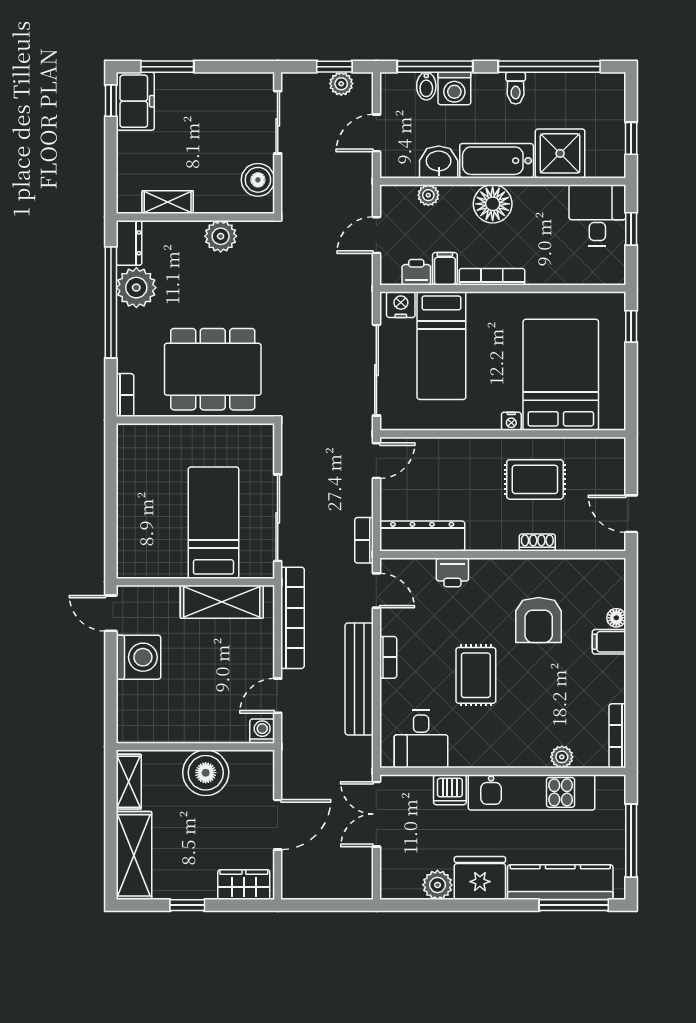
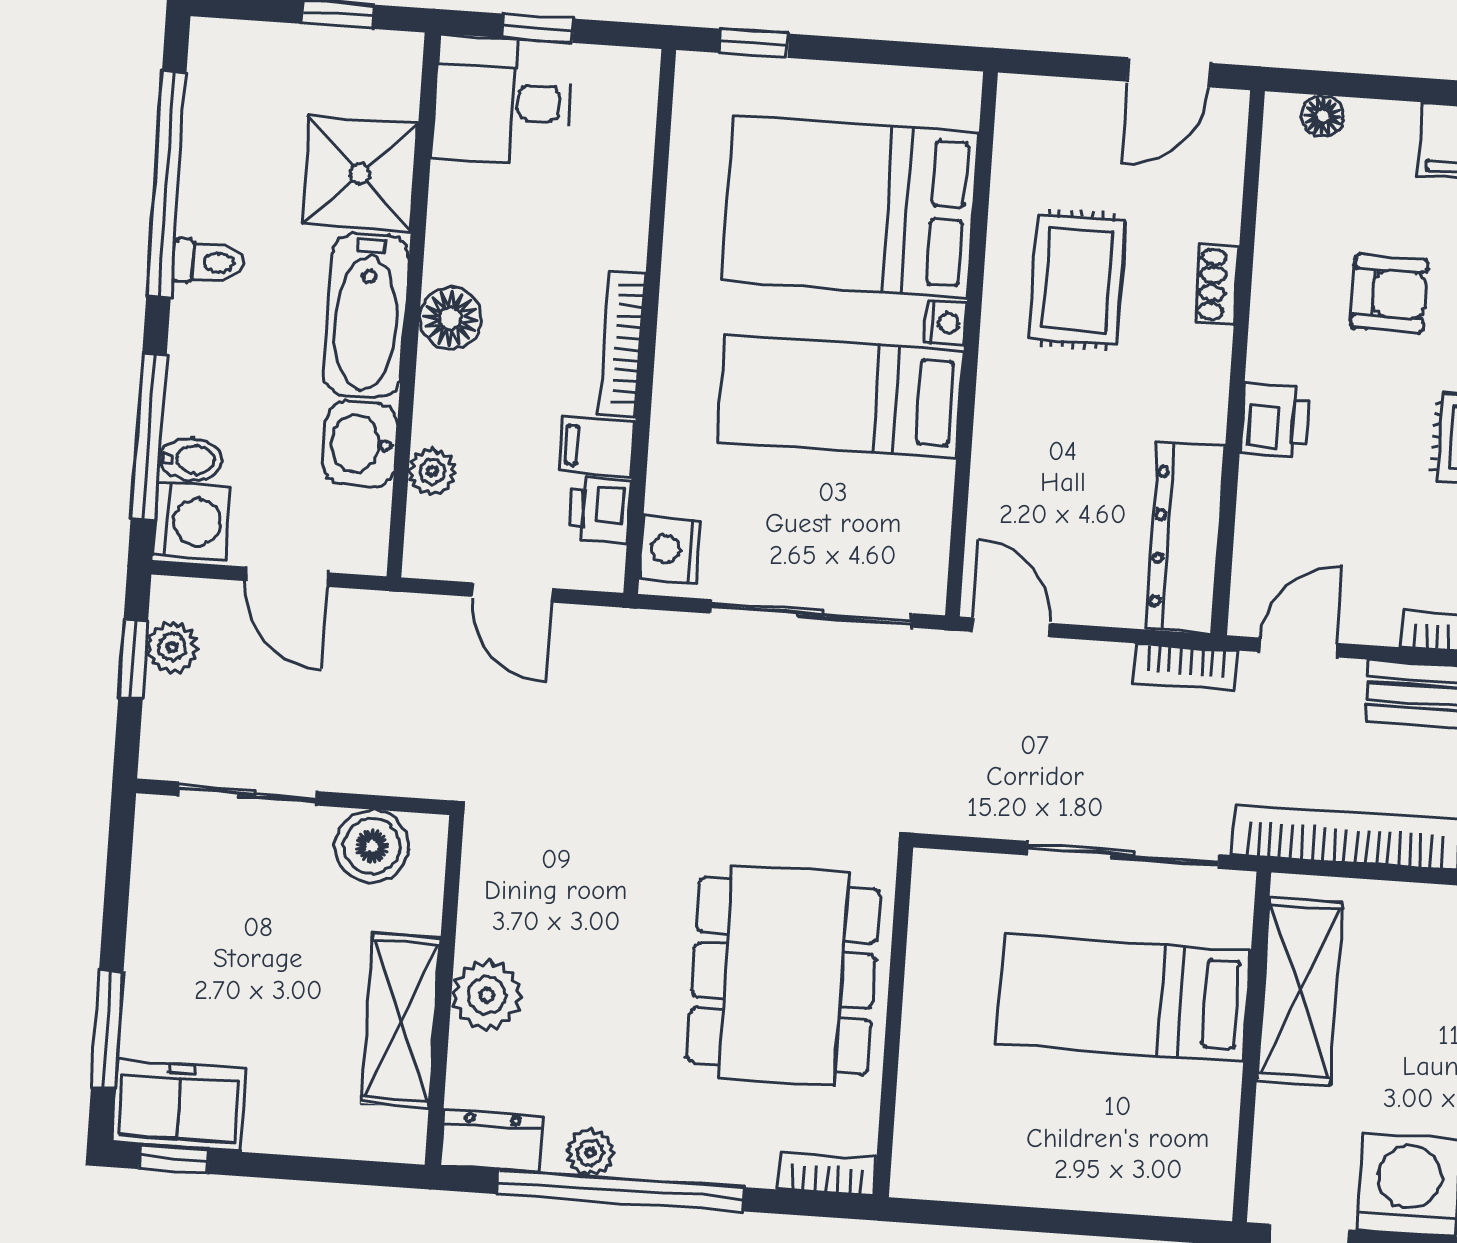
washing machine: (454, 88) -> (191, 522), moved
shelving: (168, 202) -> (401, 1021), width x1.50, depth x1.33
floor lamp: (493, 204) -> (450, 318), width x0.73, depth x0.73
plant: (221, 236) -> (487, 995), moved
plant: (136, 288) -> (590, 1153), width x0.53, depth x0.53
bed: (441, 346) -> (840, 396), moved, turned 180
printer: (452, 572) -> (1274, 420), moved
floor lamp: (616, 618) -> (1323, 116), moved
armchair: (539, 620) -> (1389, 293), width x0.72, depth x0.72

